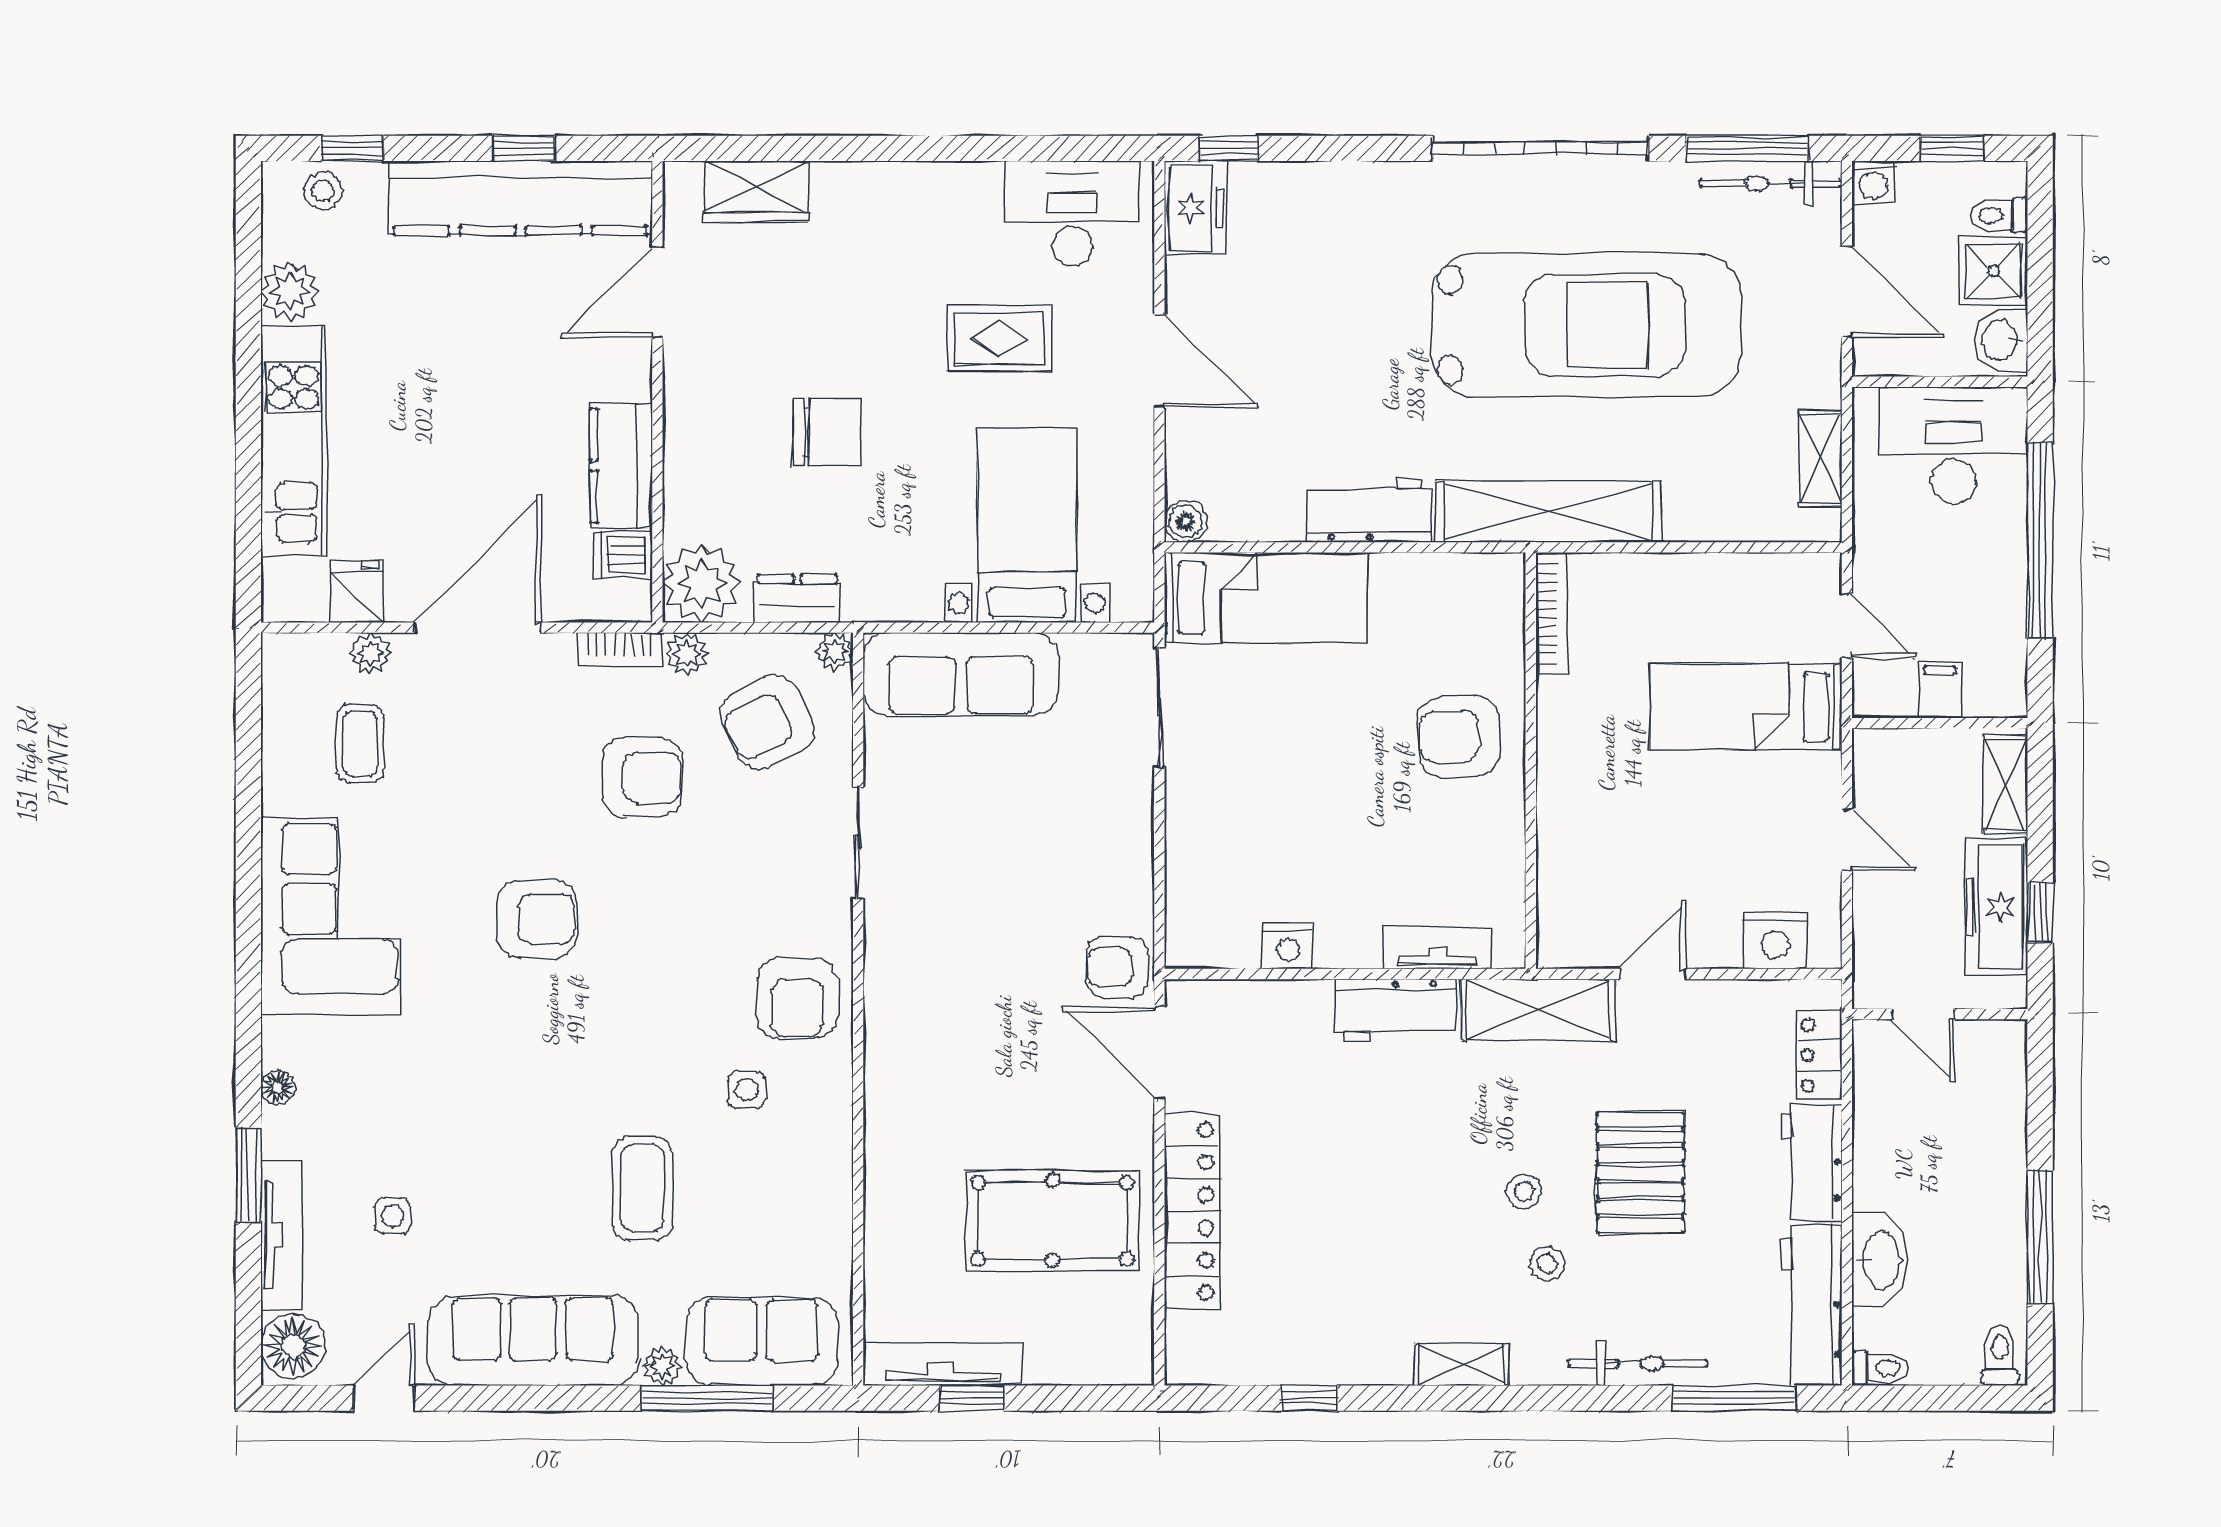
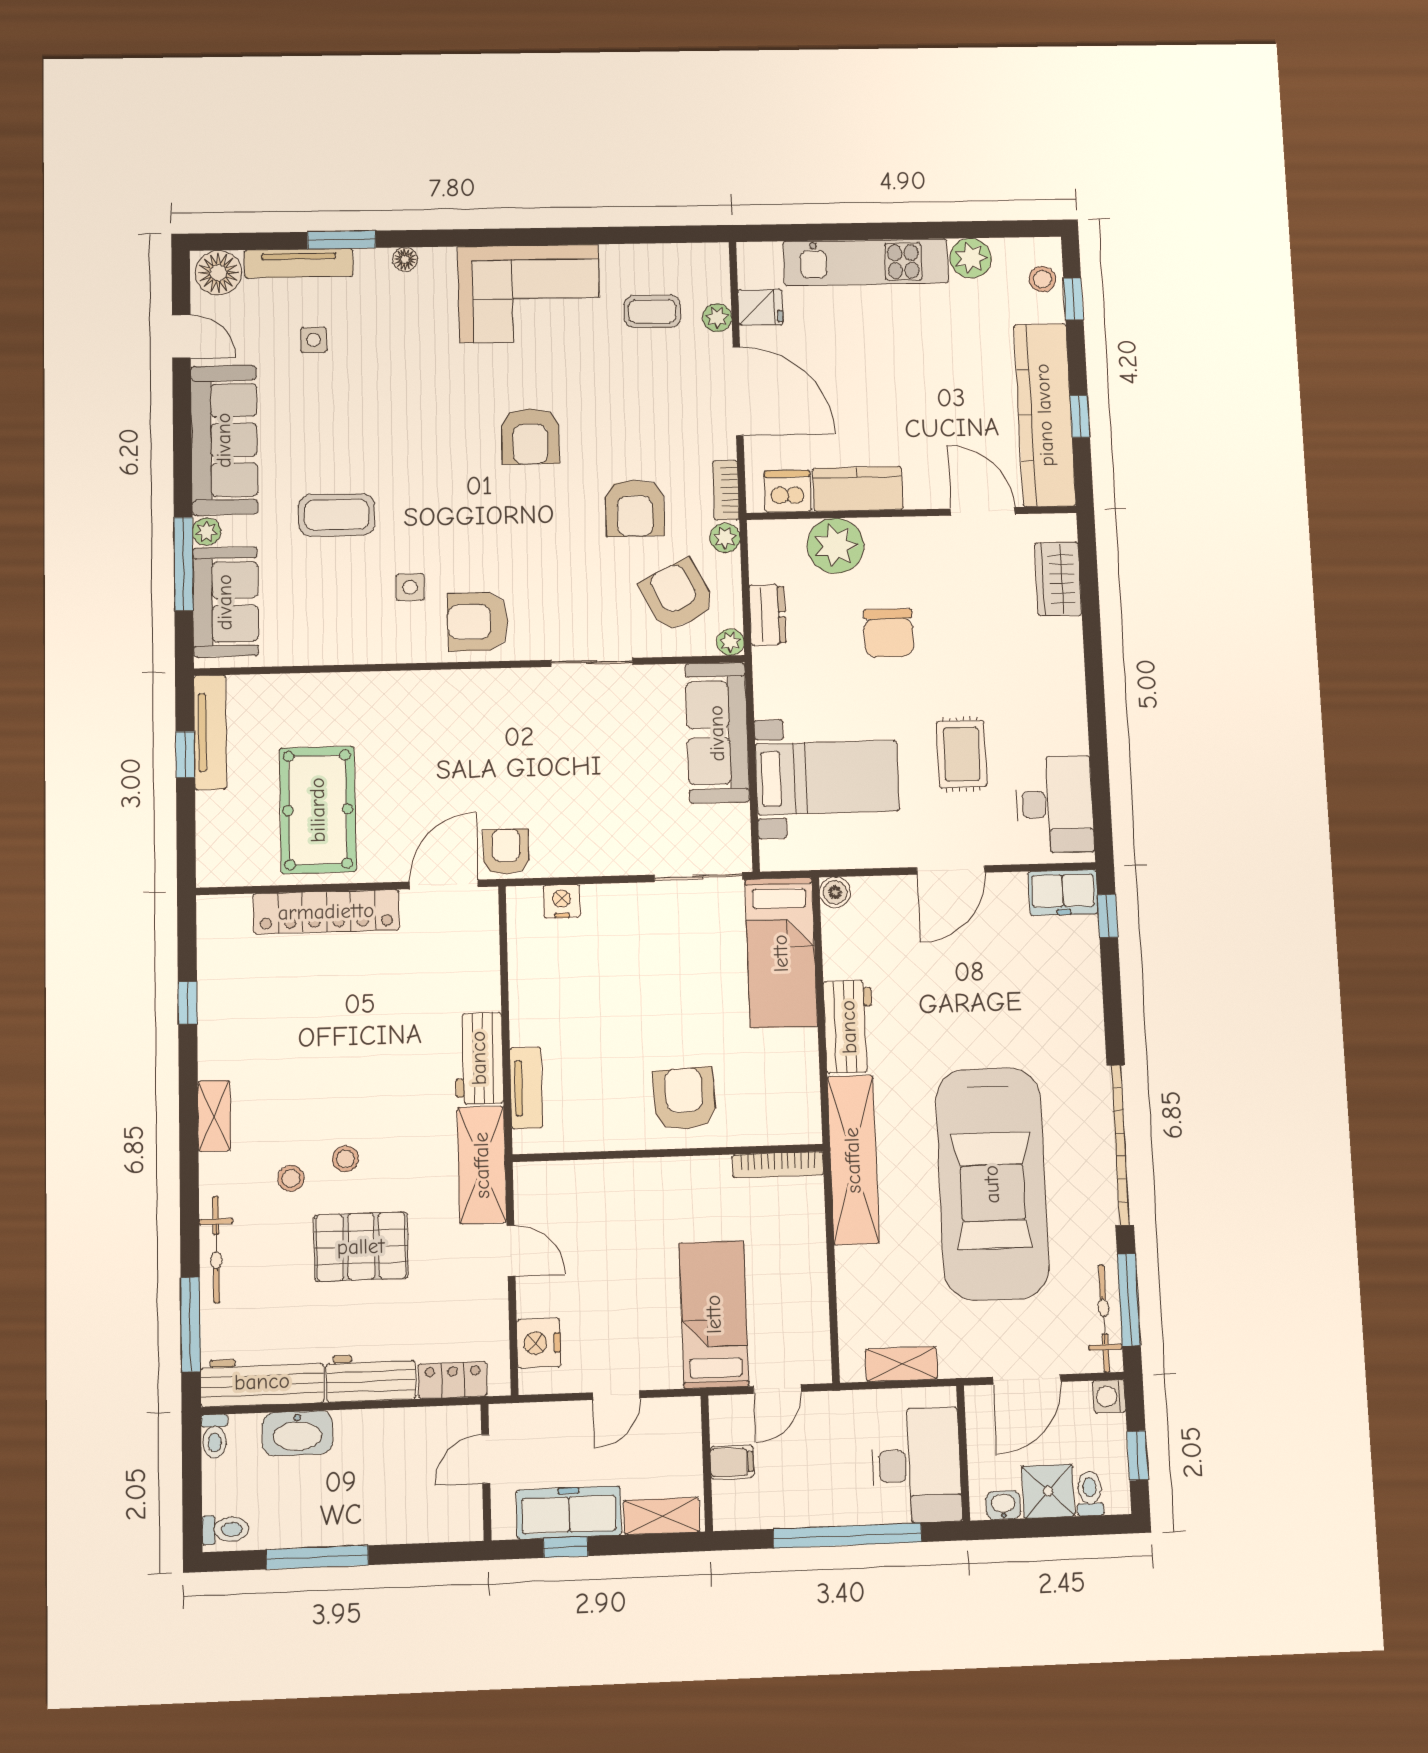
washbasin: (2001, 340) -> (1003, 1505), width x0.72, depth x0.69
dishwasher: (623, 555) -> (788, 491), width x1.38
plant: (702, 583) -> (835, 546), moved
nightstand: (1288, 946) -> (562, 901), moved, turned 90

